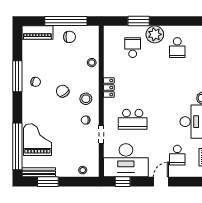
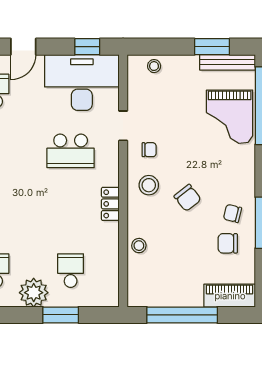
chair: (70, 37) -> (228, 243), moved
school desk: (133, 48) -> (71, 271), turned 180
school desk: (133, 119) -> (71, 151), turned 180

